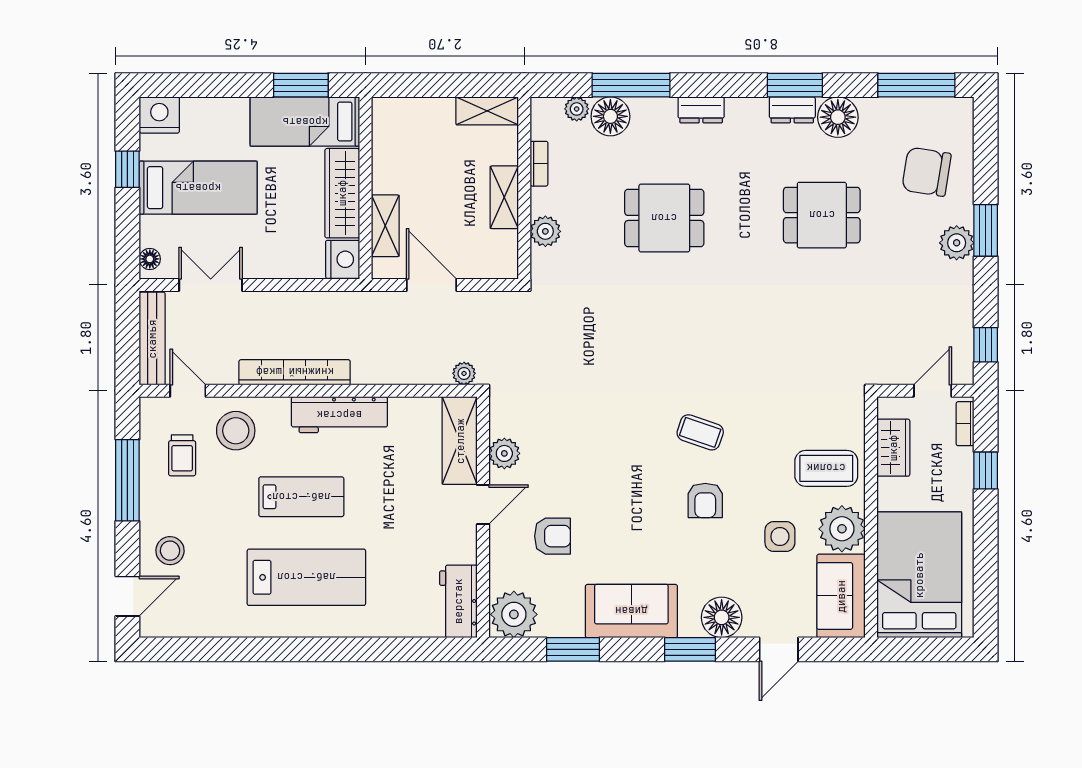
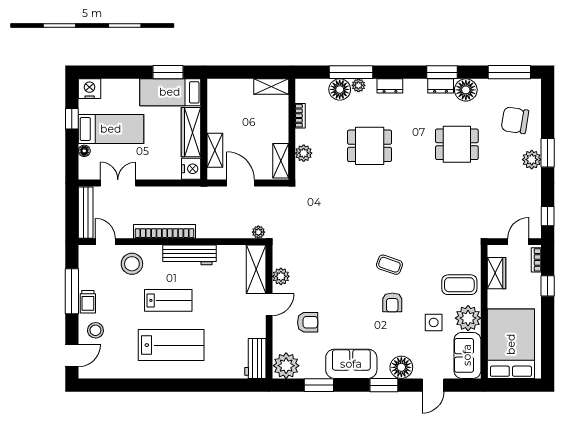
plant: (577, 109) -> (358, 85), moved
shelving: (504, 197) -> (281, 161), moved
floor lamp: (150, 259) -> (84, 151), moved
trolley: (182, 455) -> (88, 302), moved

